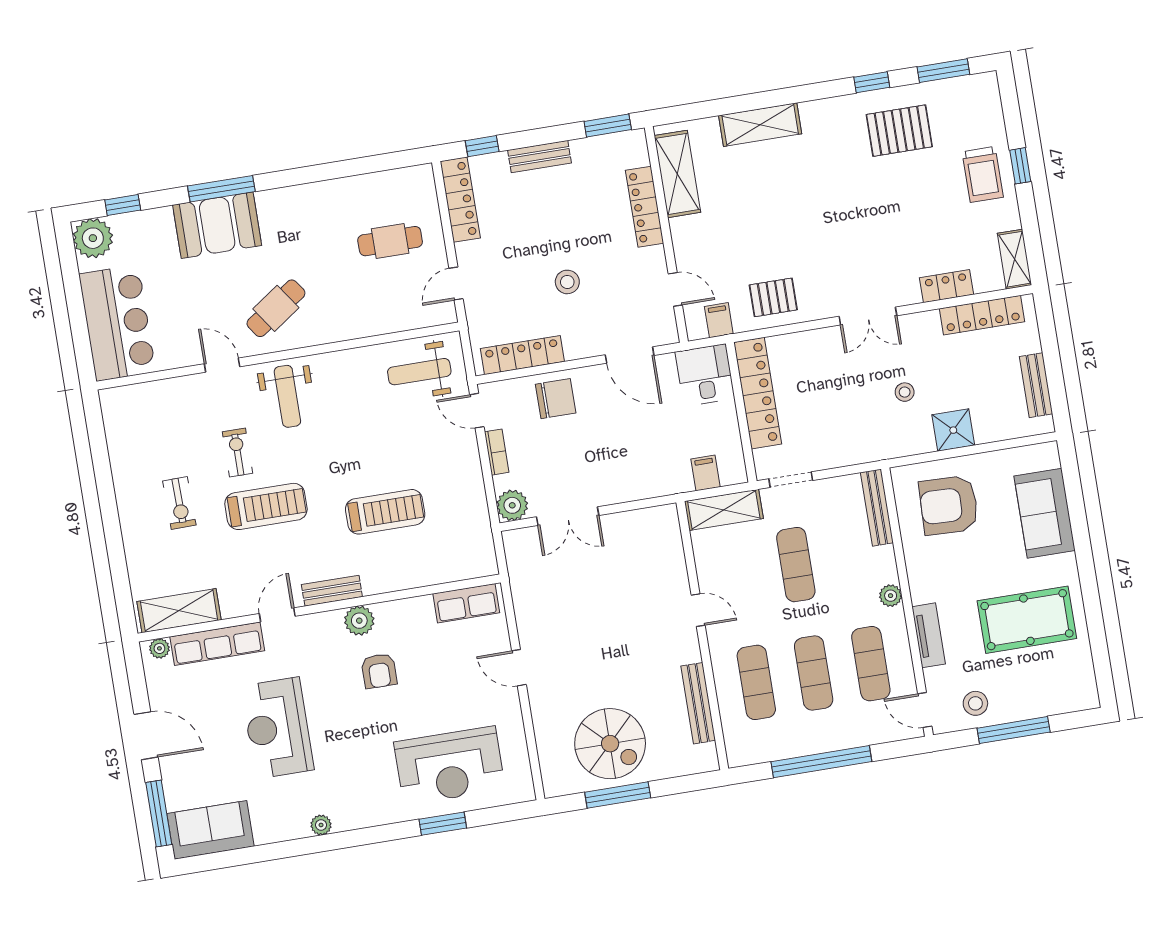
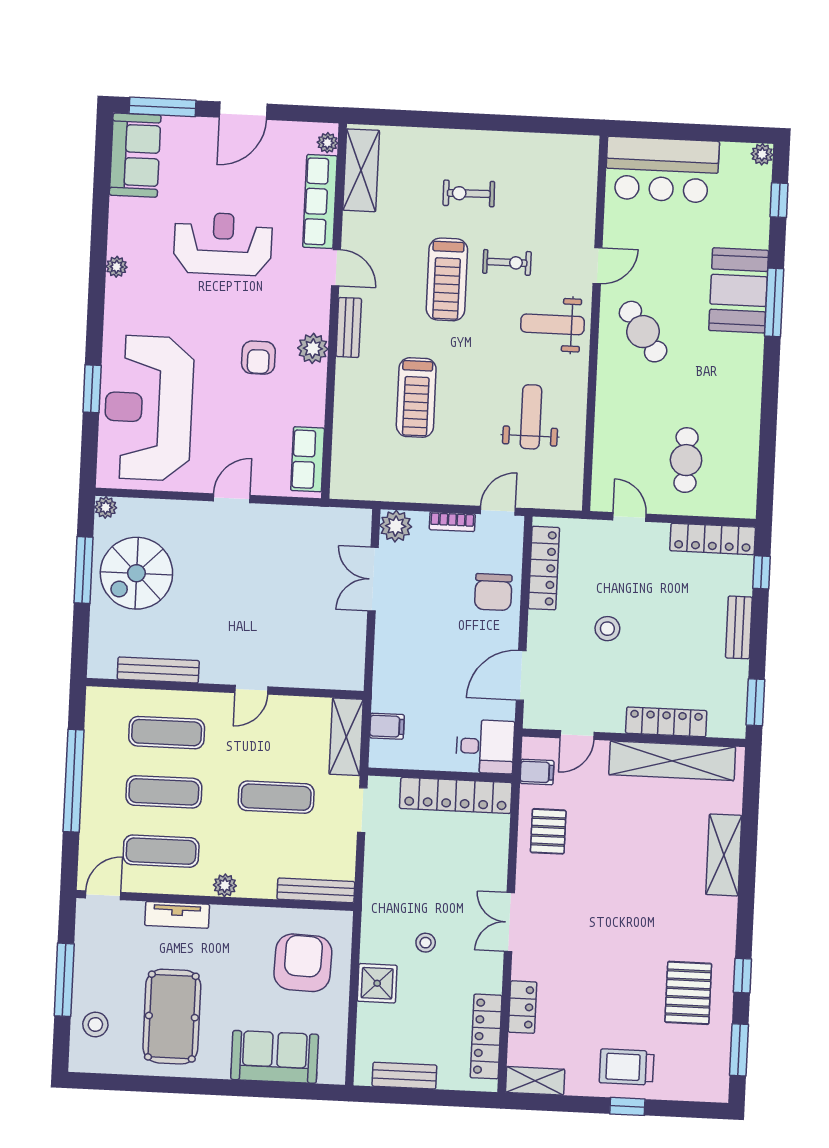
shelving: (677, 174) -> (672, 761), width x1.47
plant: (93, 238) -> (762, 154), width x0.53, depth x0.53
weight bench: (419, 372) -> (531, 417), moved
armchair: (379, 671) -> (258, 358), turned -90
stool: (975, 703) -> (95, 1024), moved
reception desk: (450, 766) -> (149, 408), width x1.36, depth x1.30
plant: (553, 787) -> (106, 507), added

